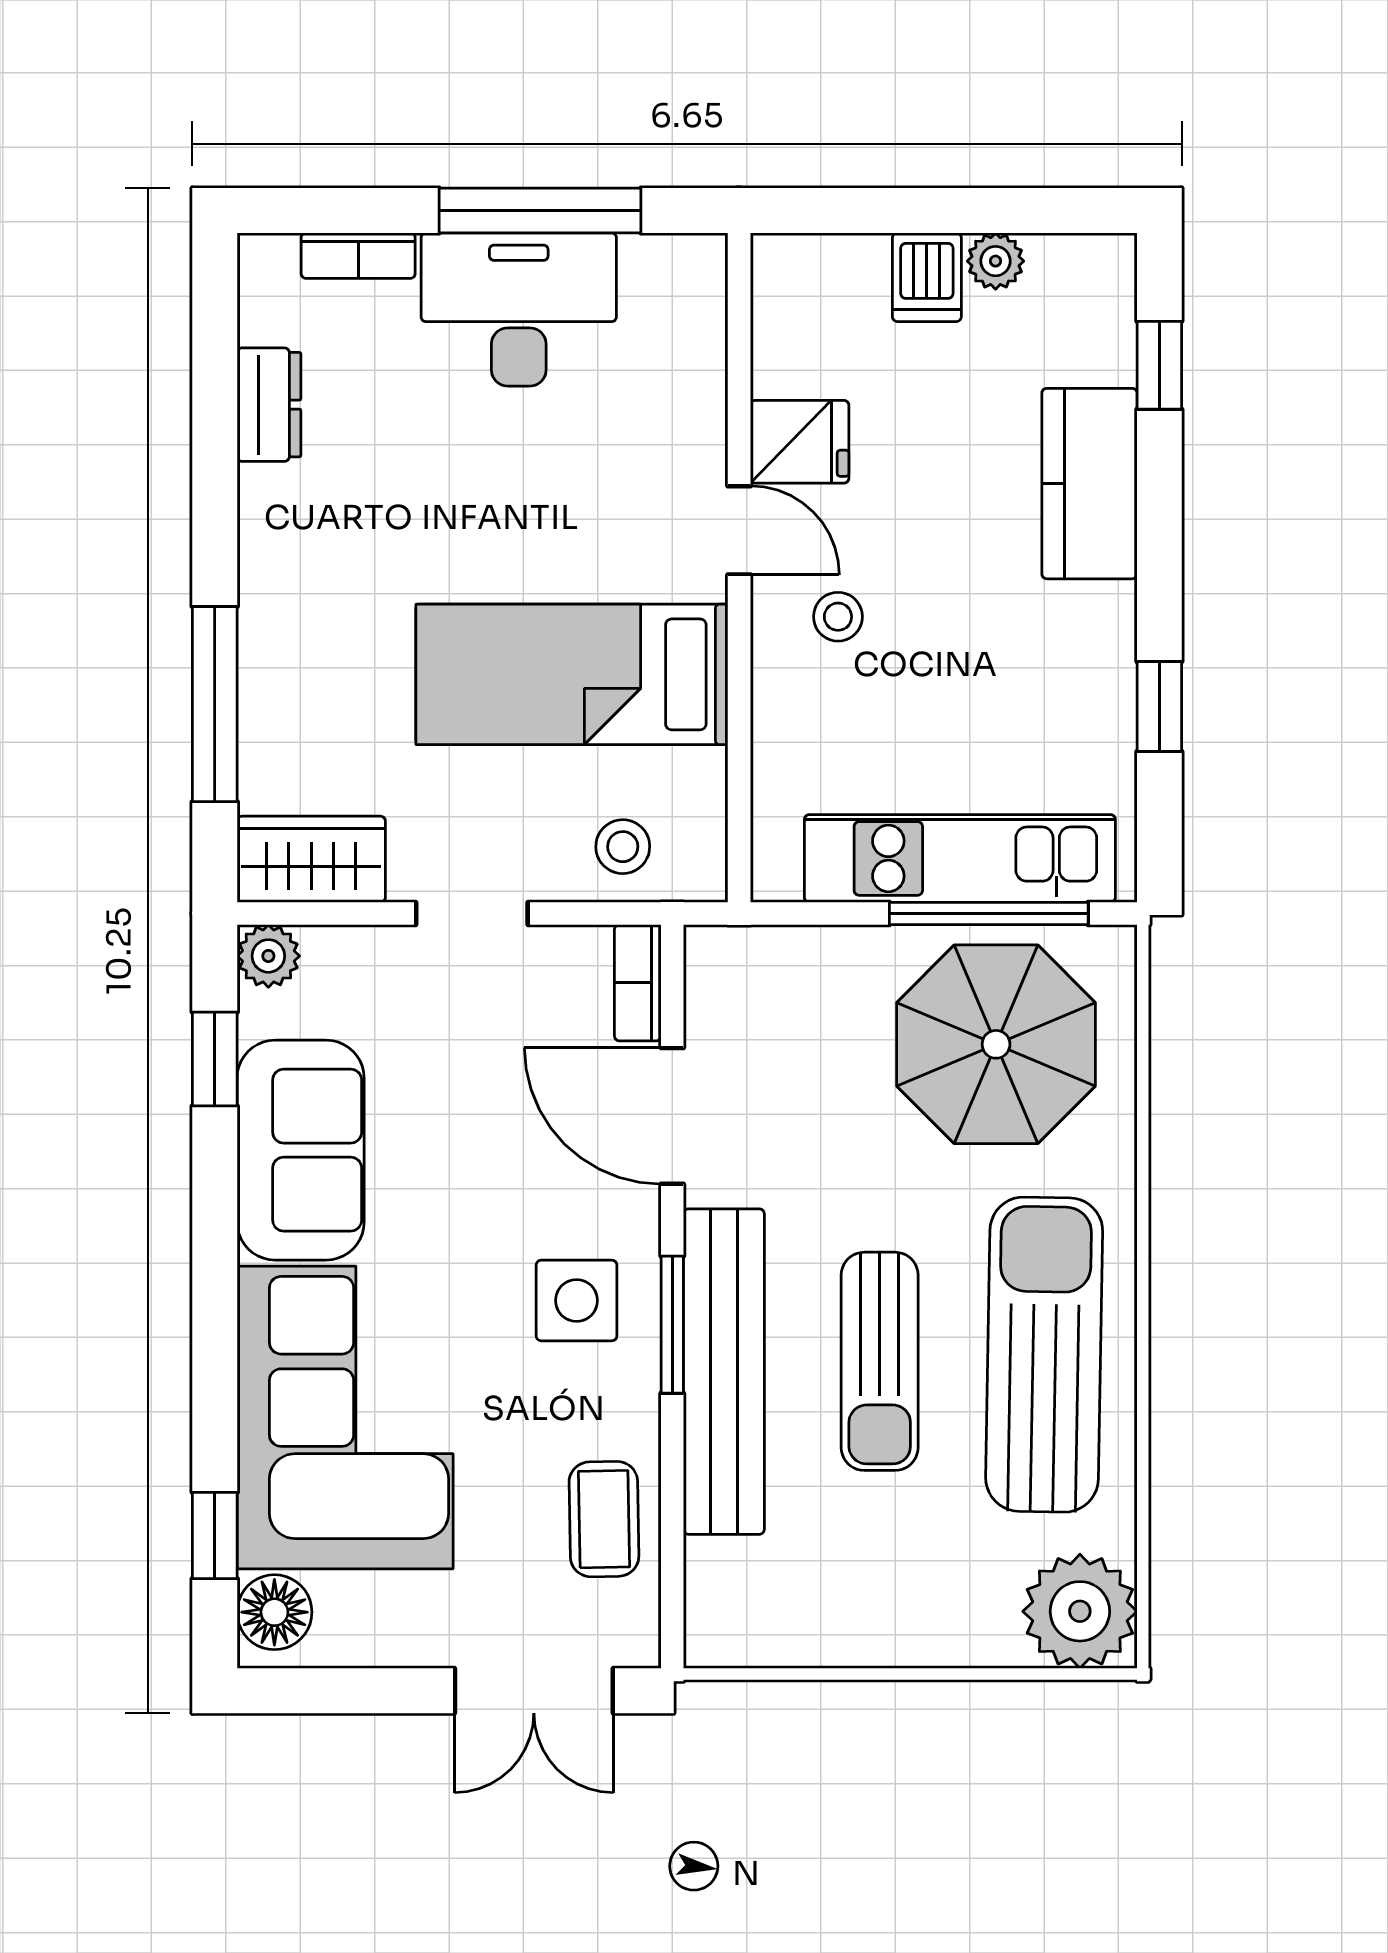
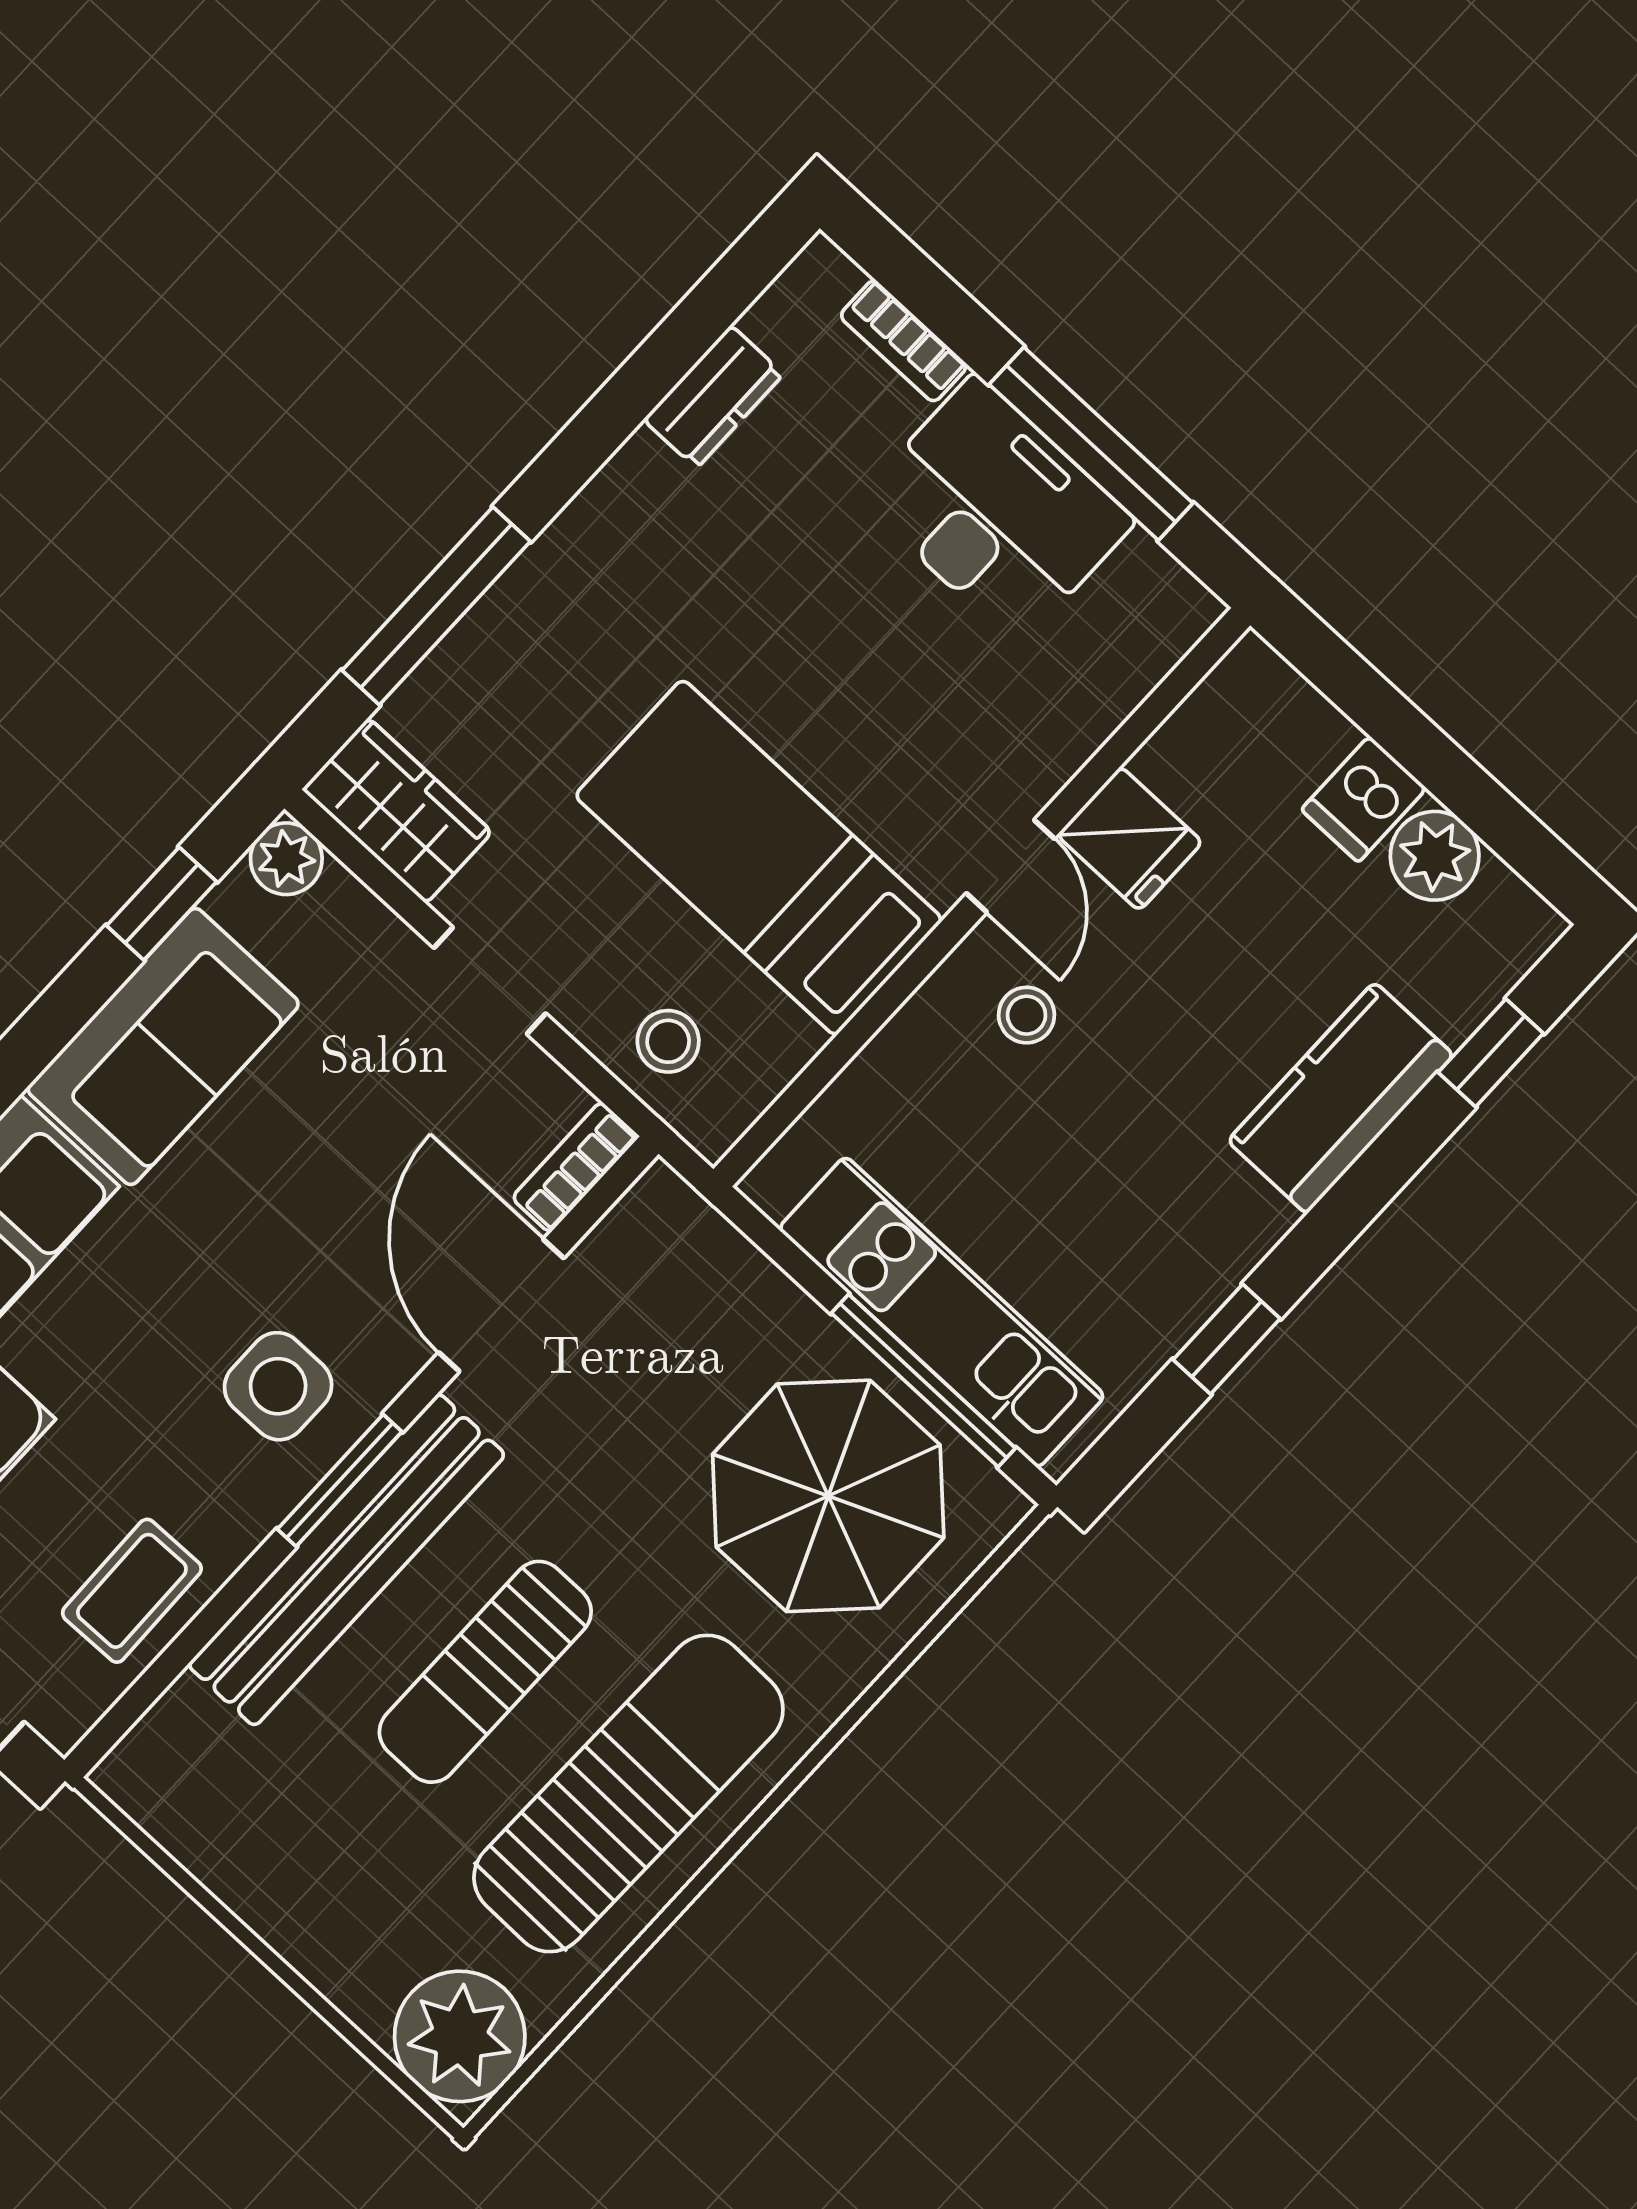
plant: (996, 261) -> (1435, 856), width x1.38, depth x1.38

